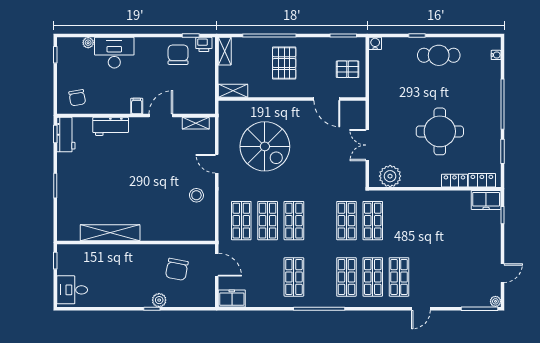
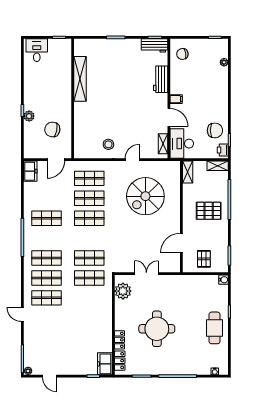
desk: (114, 53) -> (182, 144), moved, turned 180

